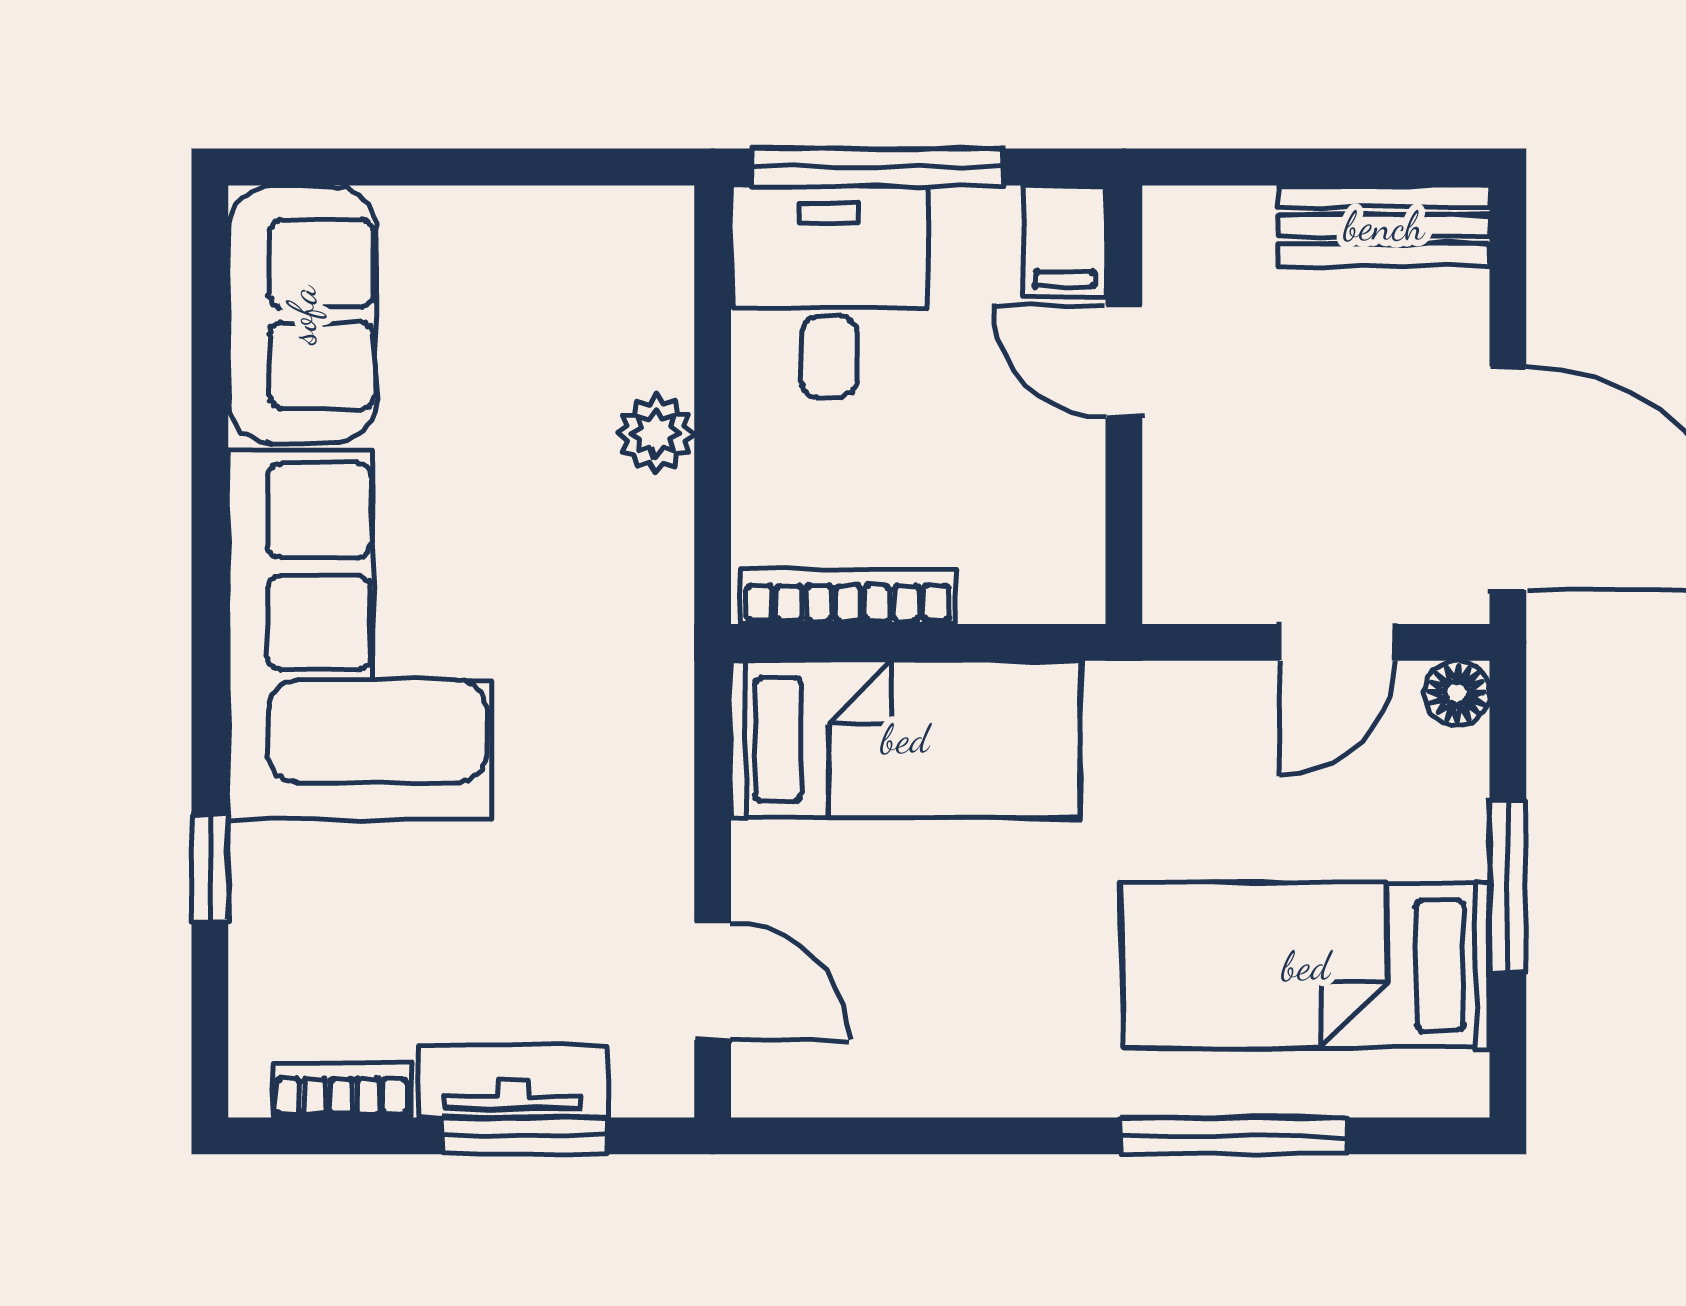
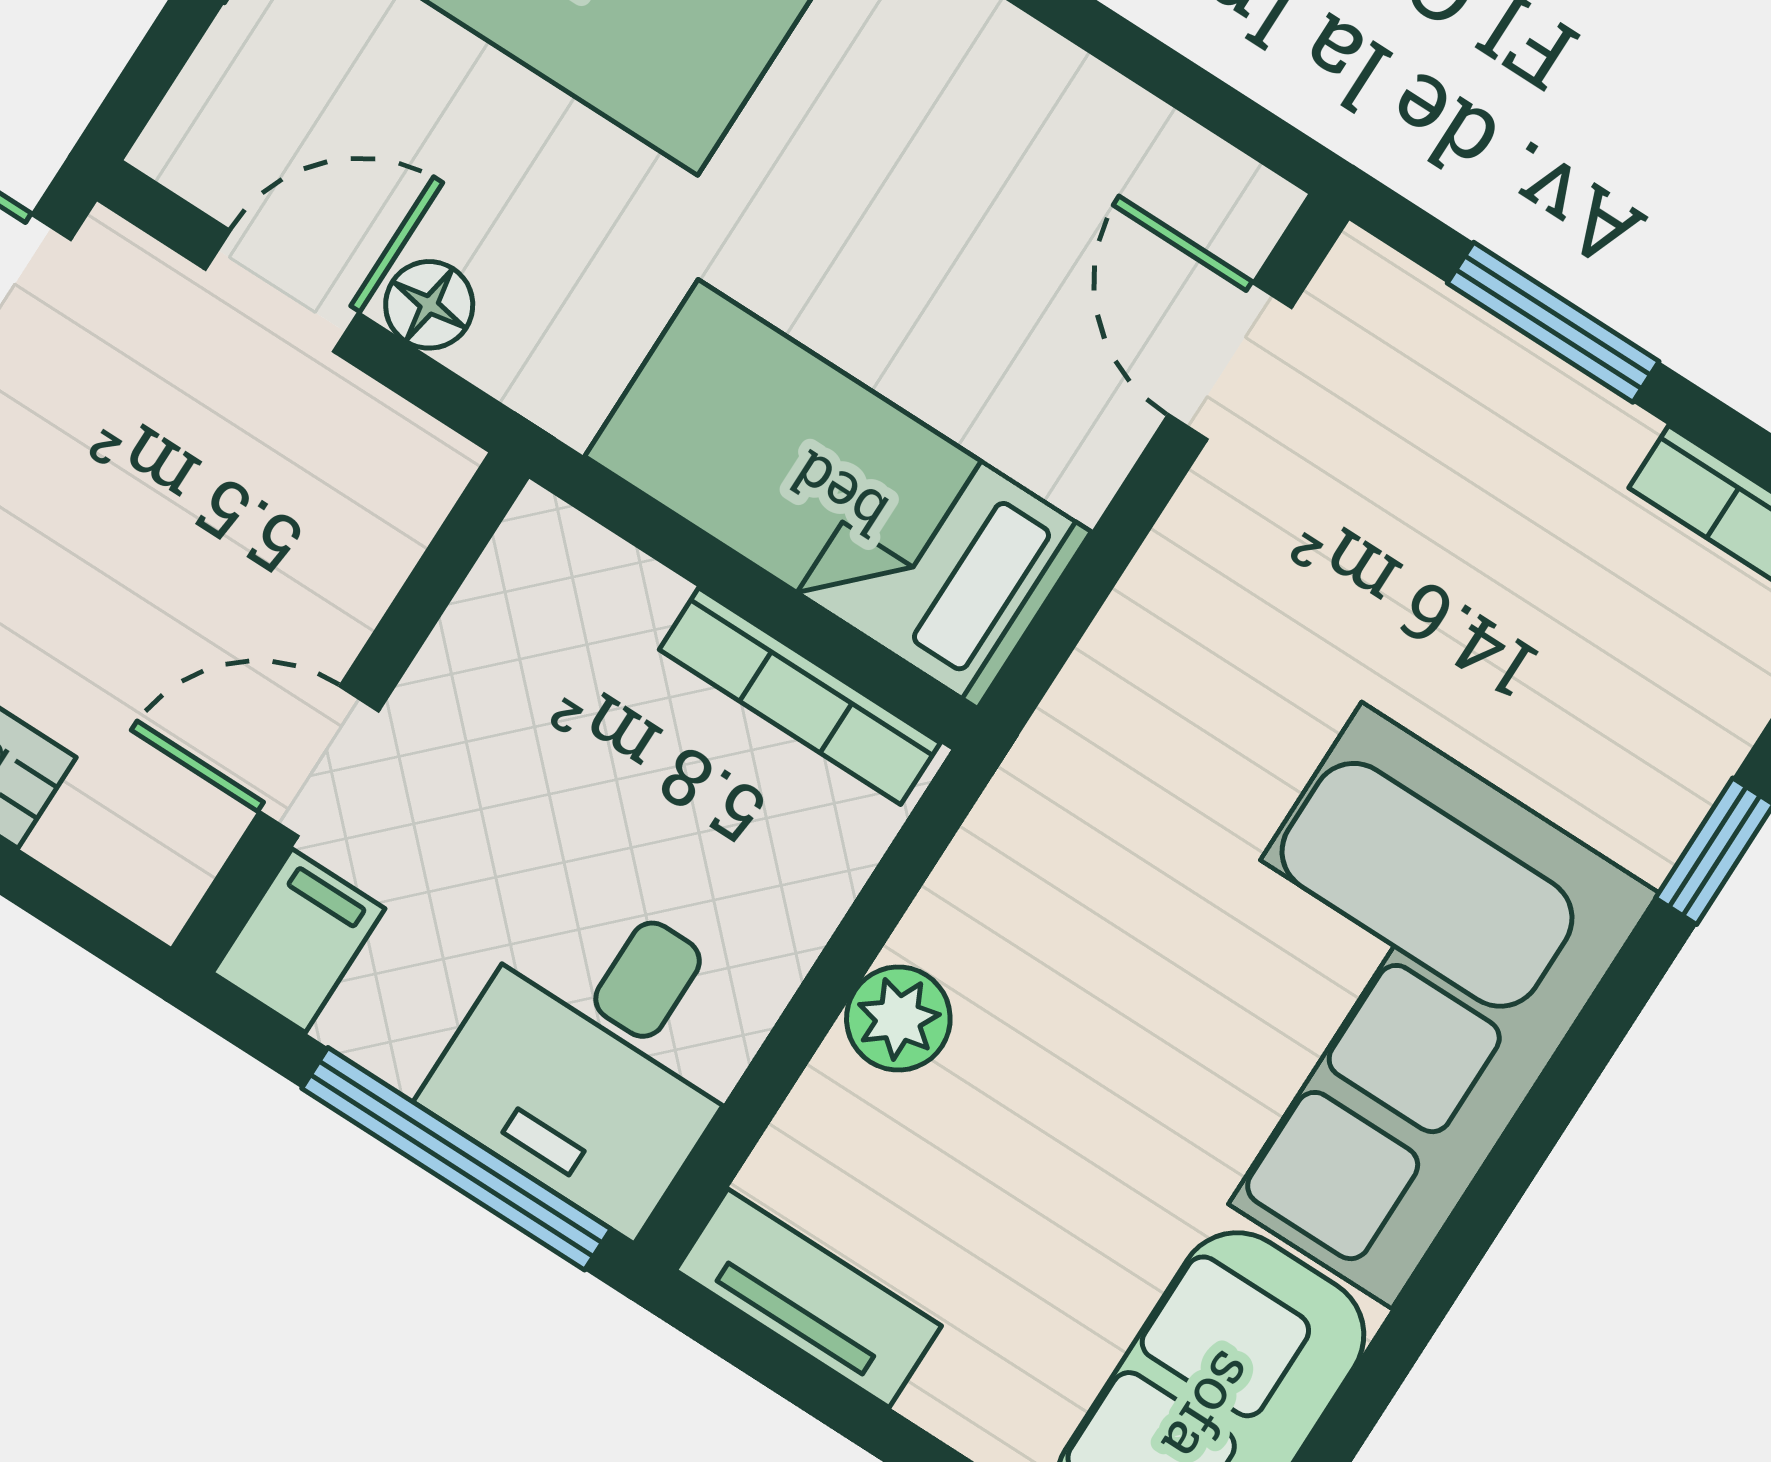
door: (1124, 362) -> (319, 761), swing flipped
floor lamp: (1457, 693) -> (429, 305), moved
tv unit: (513, 1081) -> (808, 1298), moved, turned 180

